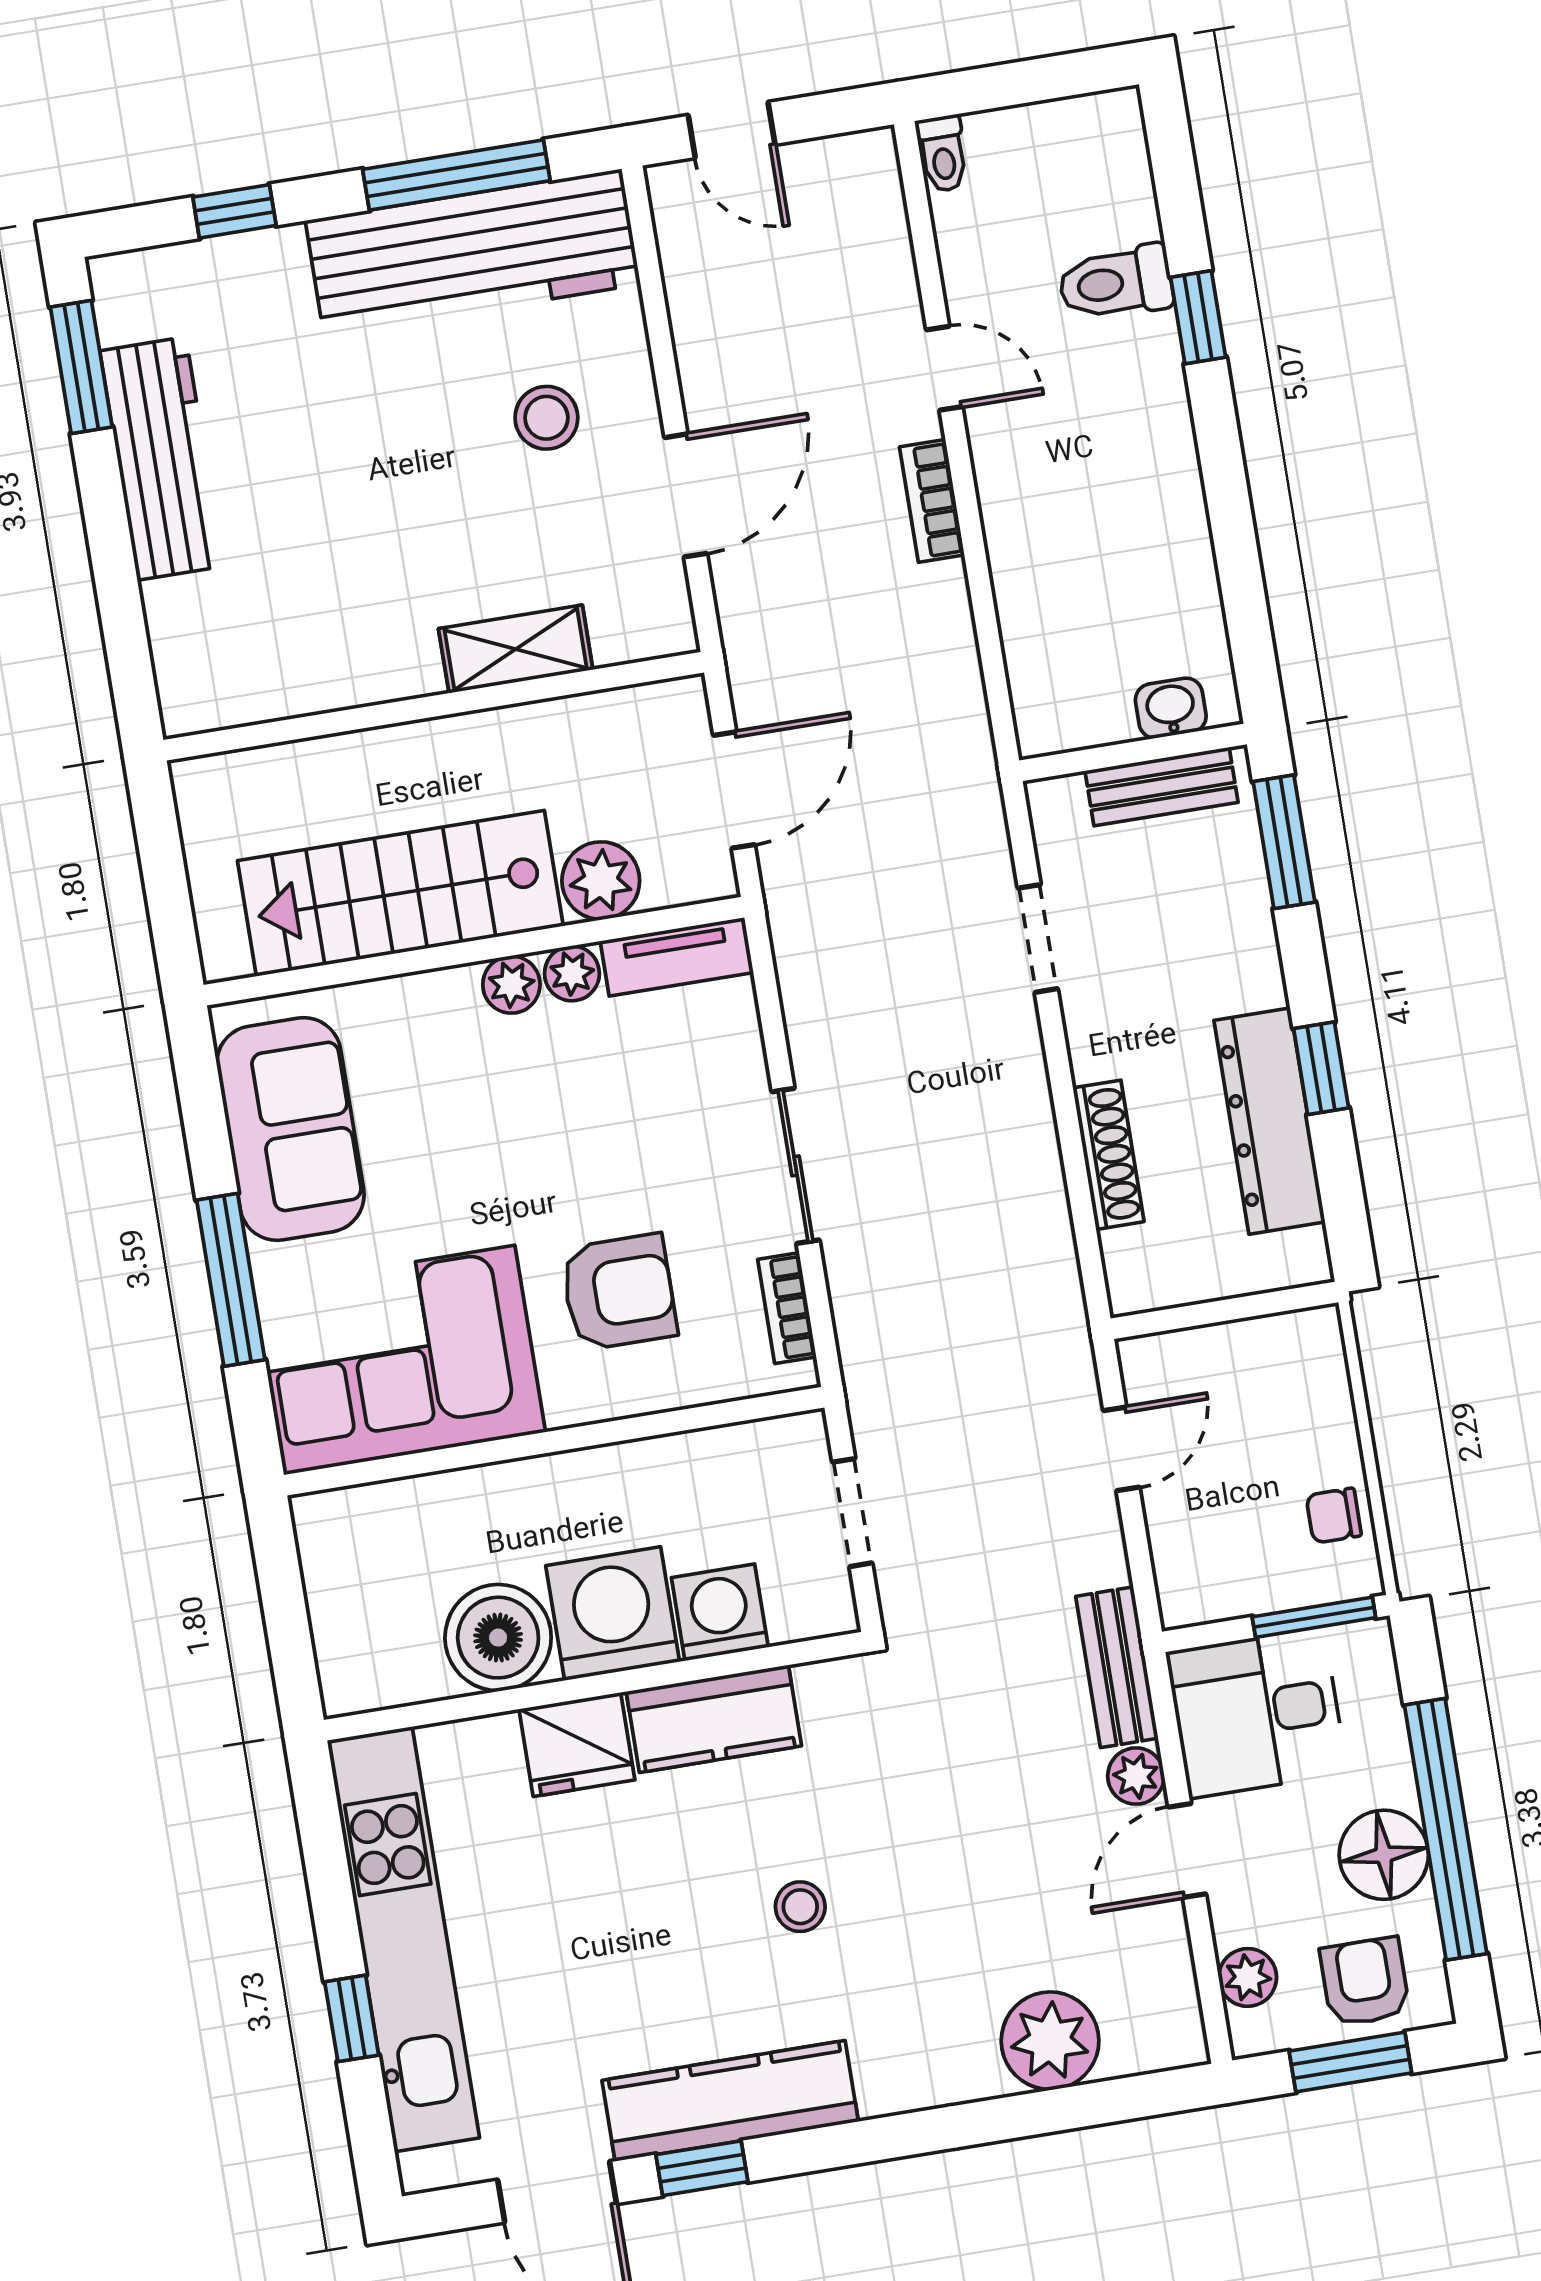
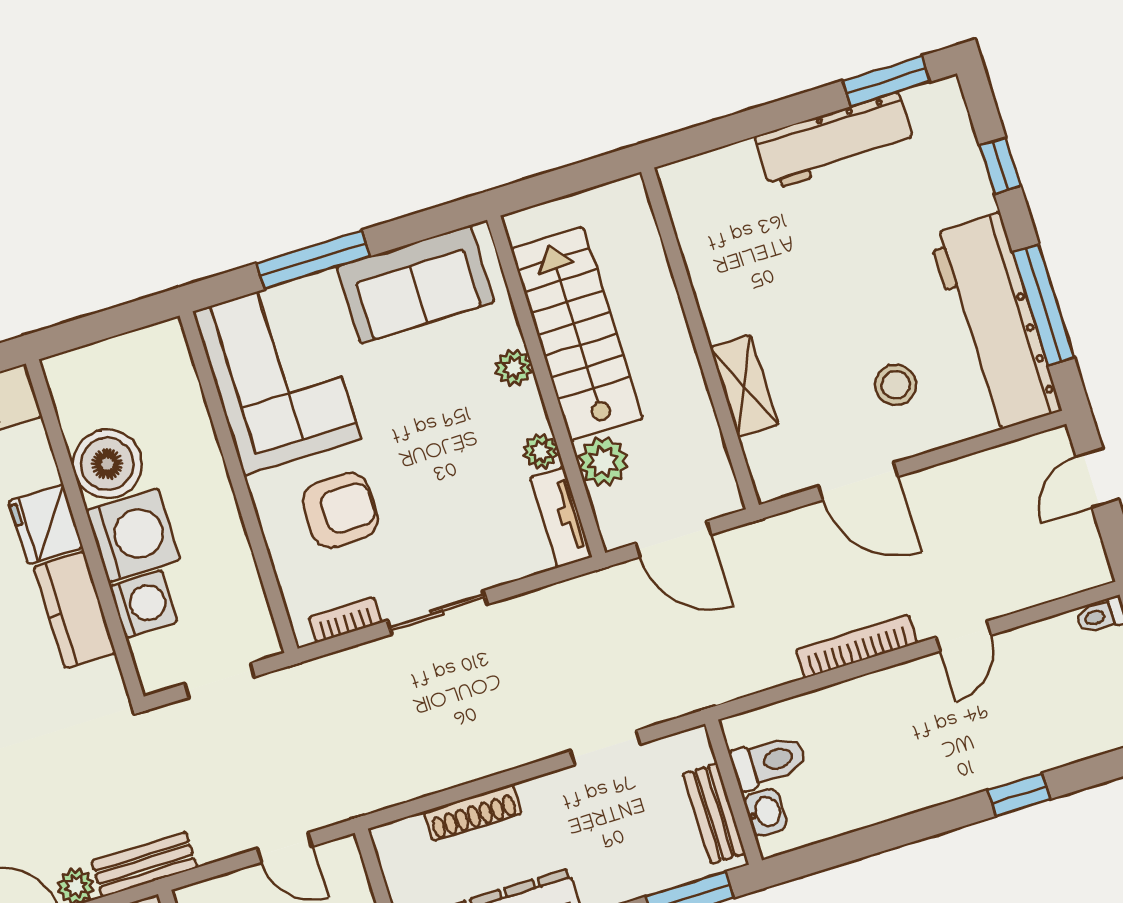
toilet: (1116, 283) -> (769, 762), moved, turned 90
bookcase: (932, 501) -> (857, 646), width x1.56
plant: (511, 985) -> (514, 368), moved
armchair: (619, 1292) -> (340, 510), turned -90

